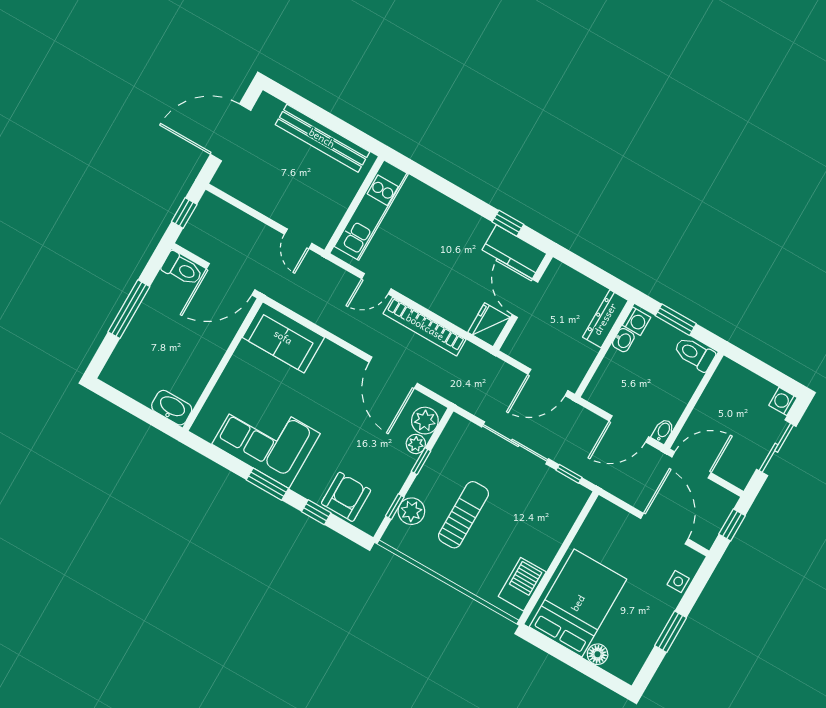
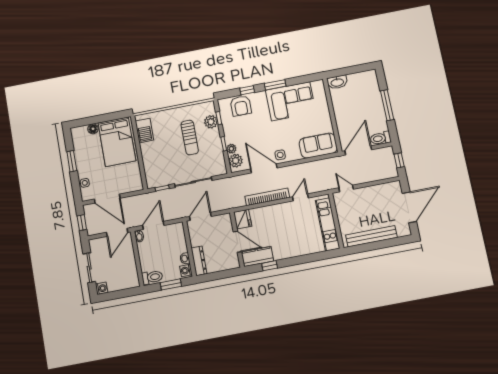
side table: (351, 372) -> (280, 155), added

